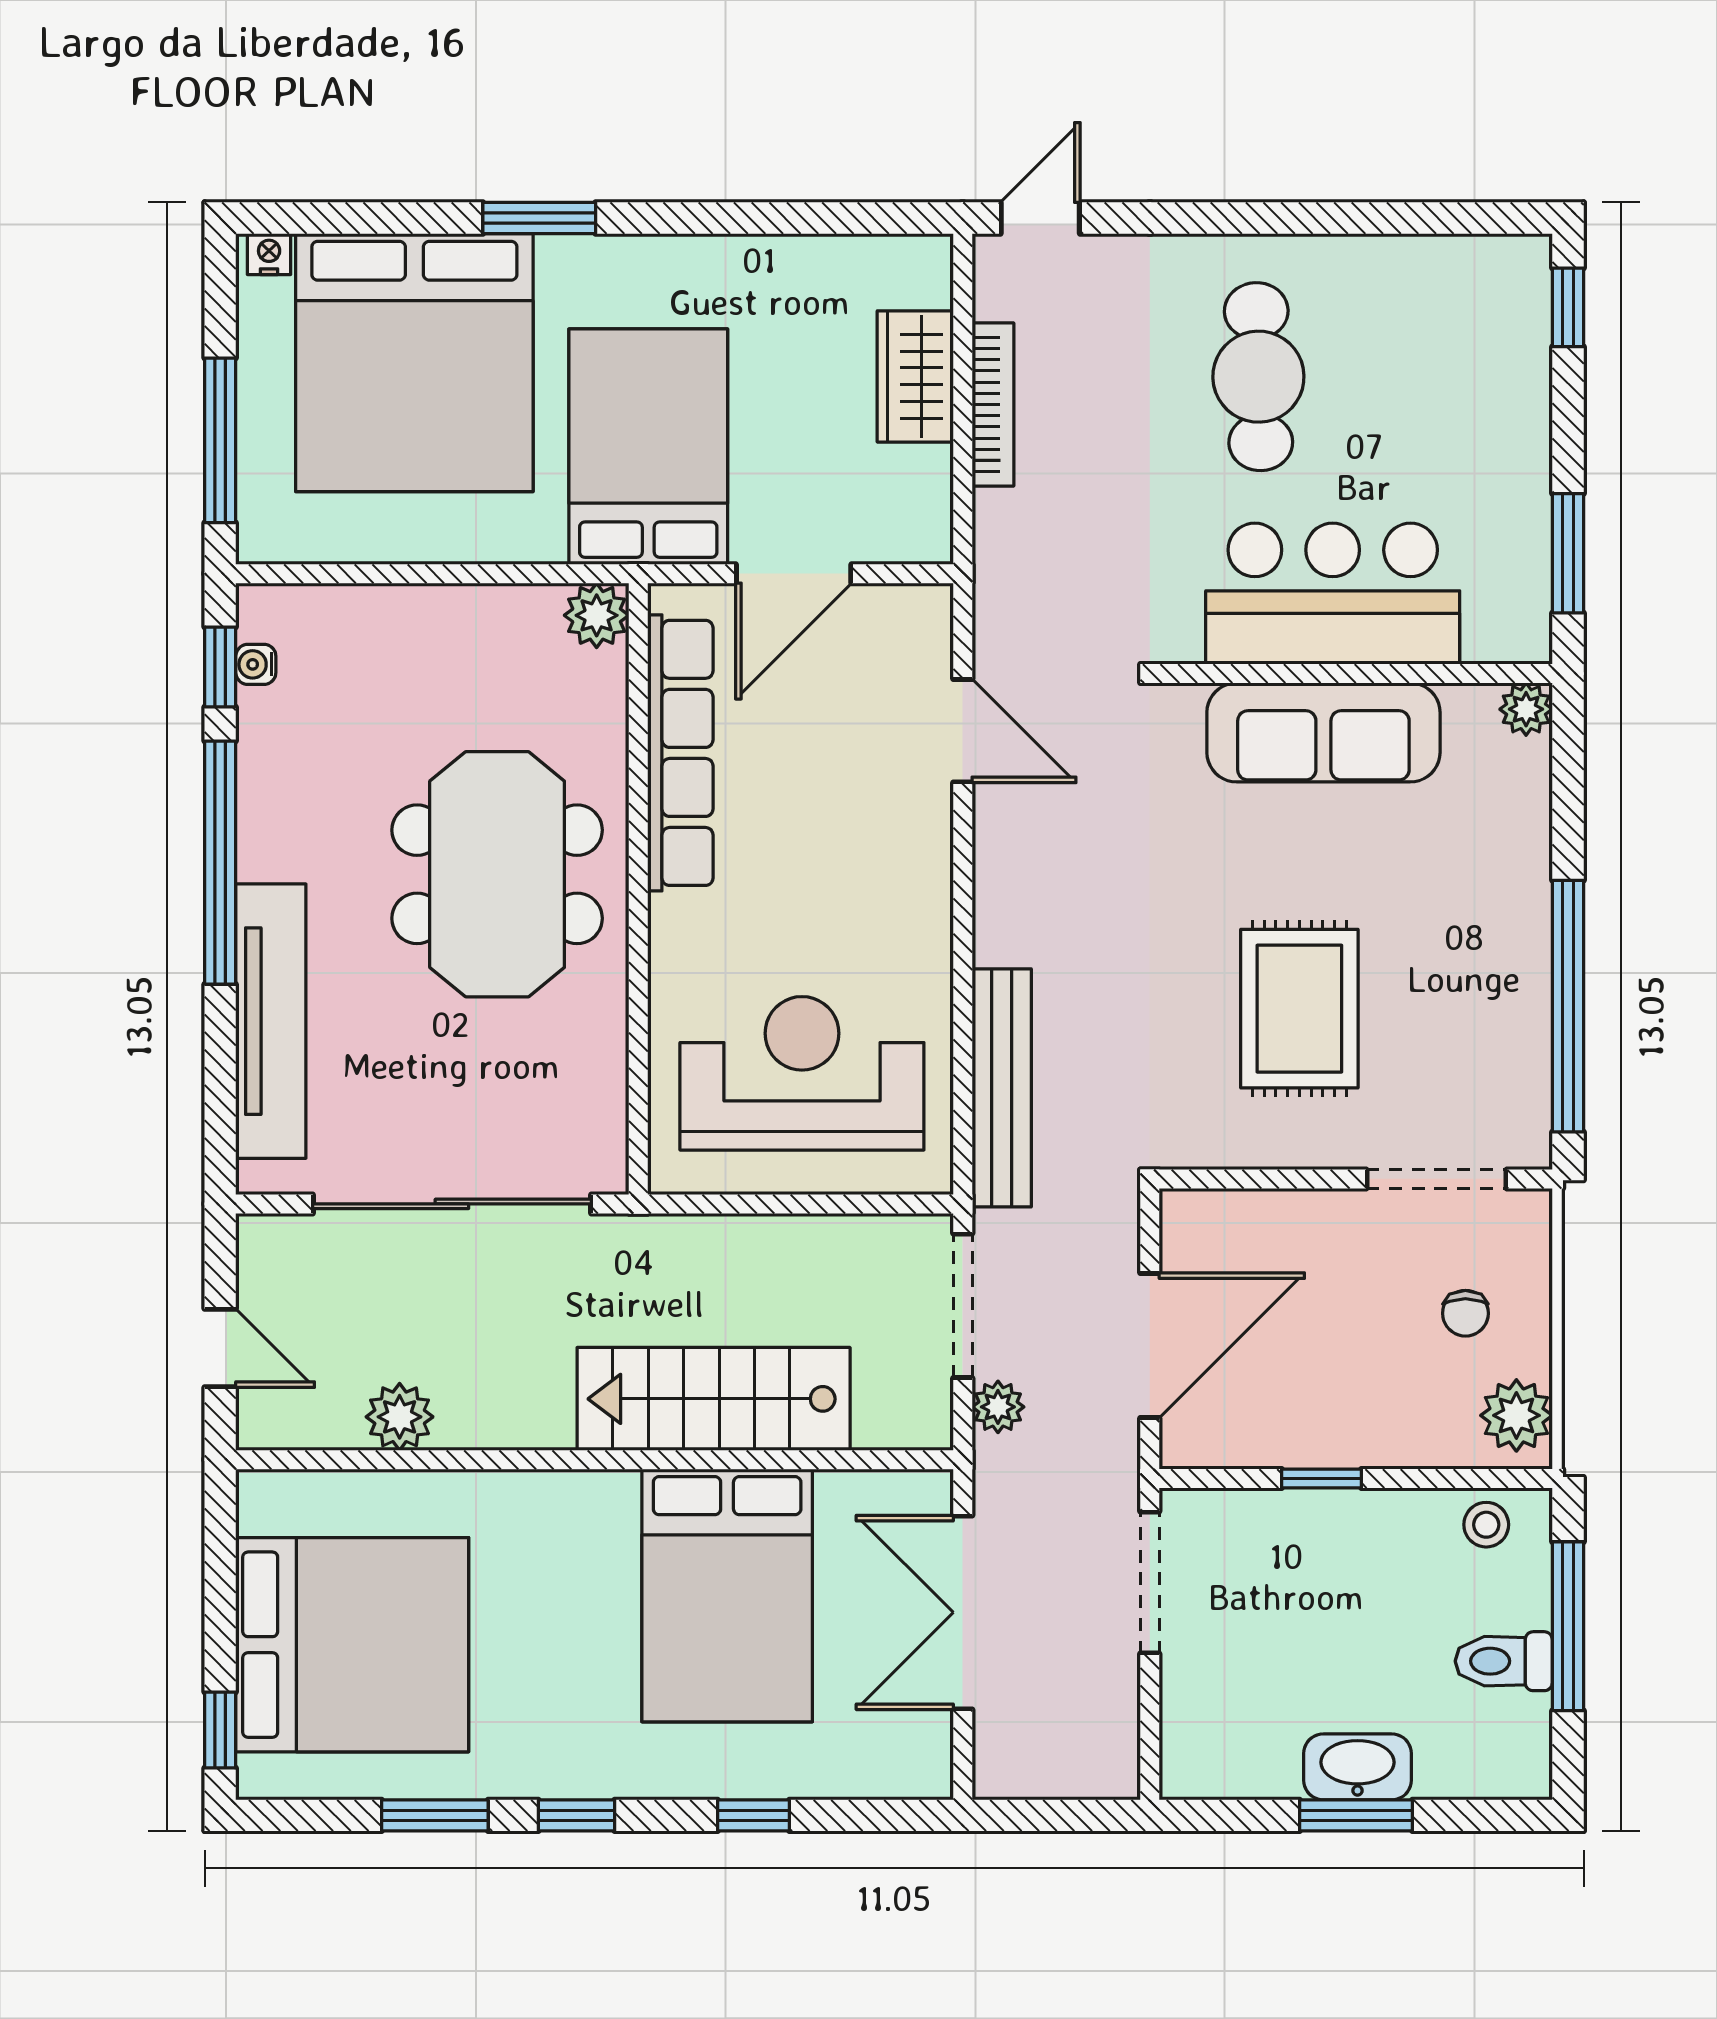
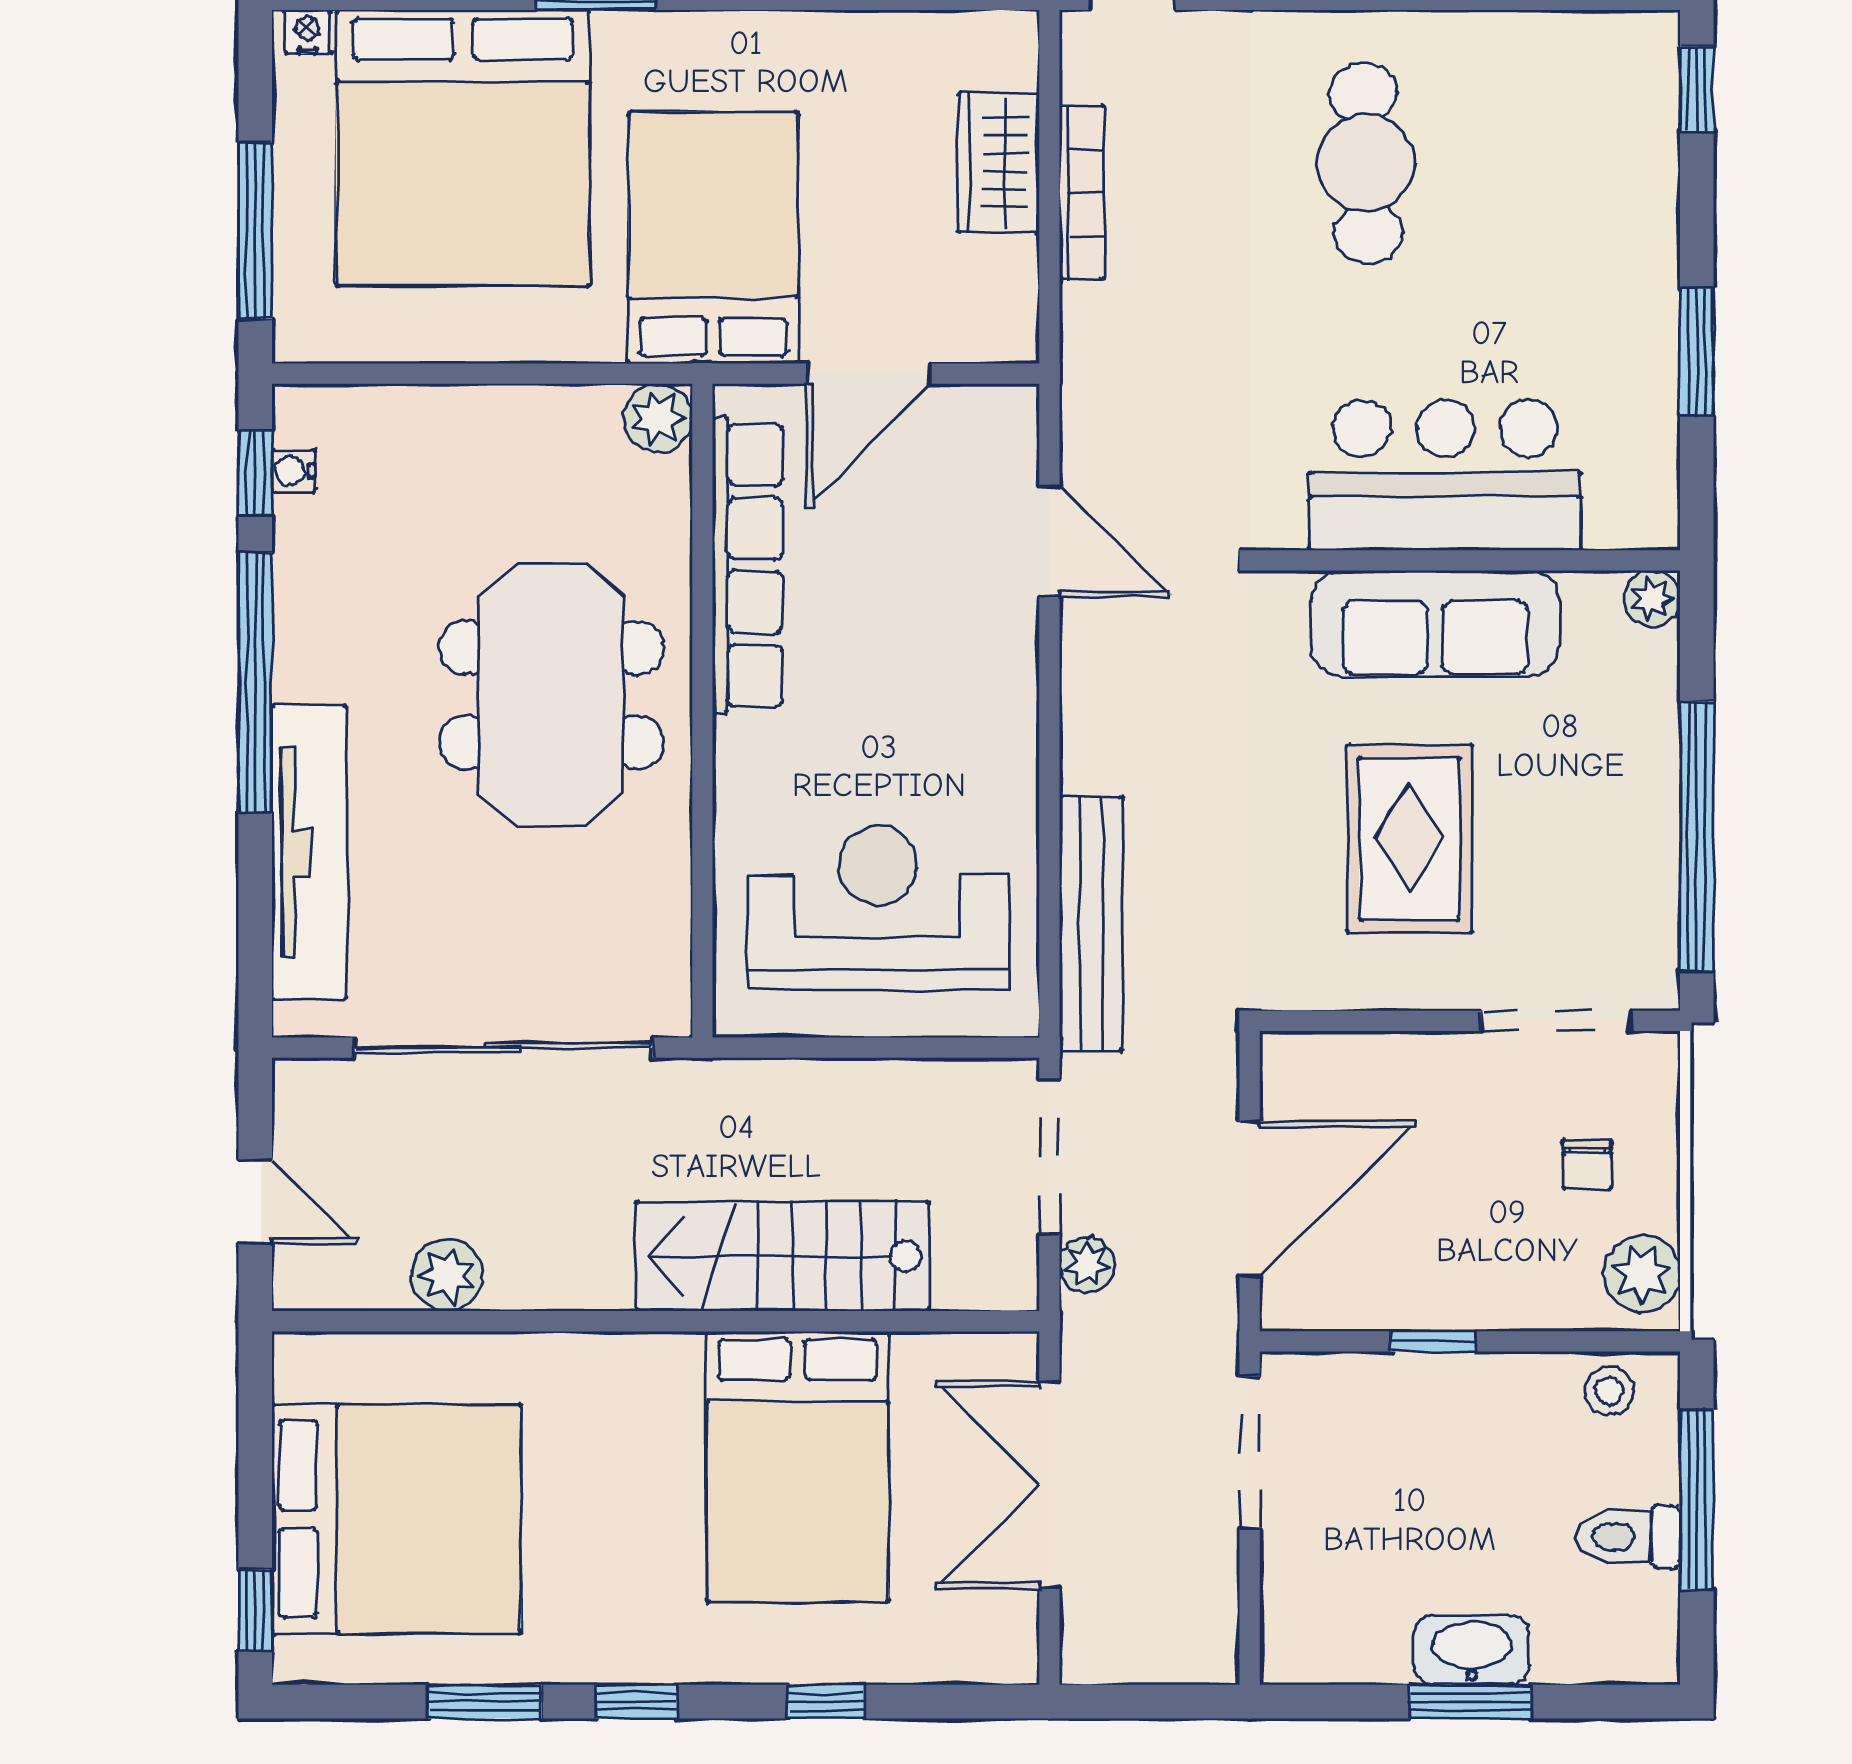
bar counter: (1333, 594) -> (1445, 475), moved
wall: (1356, 674) -> (1470, 560), moved
plant: (1526, 709) -> (1652, 599), moved
sofa: (1323, 732) -> (1435, 623), moved

